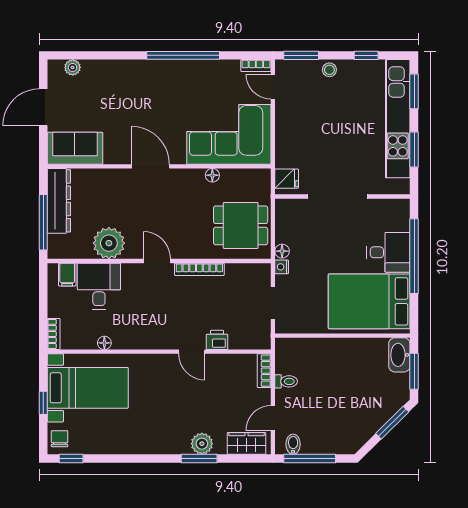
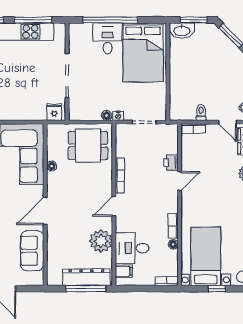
sofa: (75, 148) -> (32, 251), moved
window: (414, 149) -> (33, 20), width x1.44
dresser: (59, 201) -> (86, 277), moved
dining table: (241, 225) -> (88, 146), turned 90
bookcase: (130, 343) -> (173, 226), added

